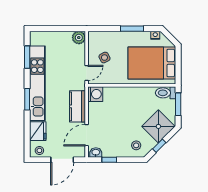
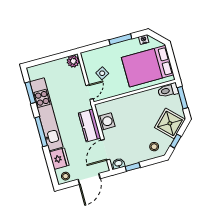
washing machine: (95, 94) -> (106, 121), moved
window: (27, 99) -> (41, 132), width x1.44

